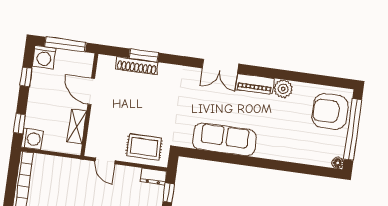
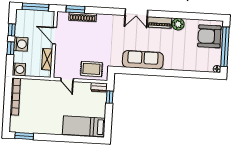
window: (144, 55) -> (75, 9), moved
washing machine: (44, 57) -> (21, 44), moved, turned -90
window: (19, 124) -> (11, 48), moved

